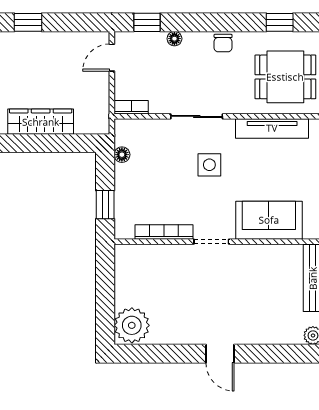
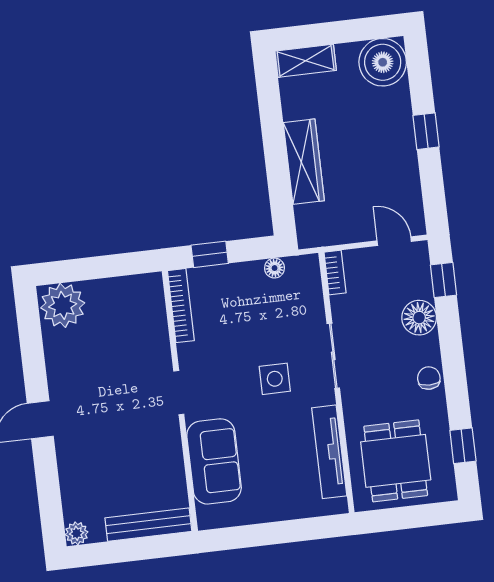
floor lamp: (174, 39) -> (419, 318), width x1.89, depth x1.89
chair: (223, 43) -> (429, 378), turned 90
bookcase: (164, 232) -> (181, 306), moved

